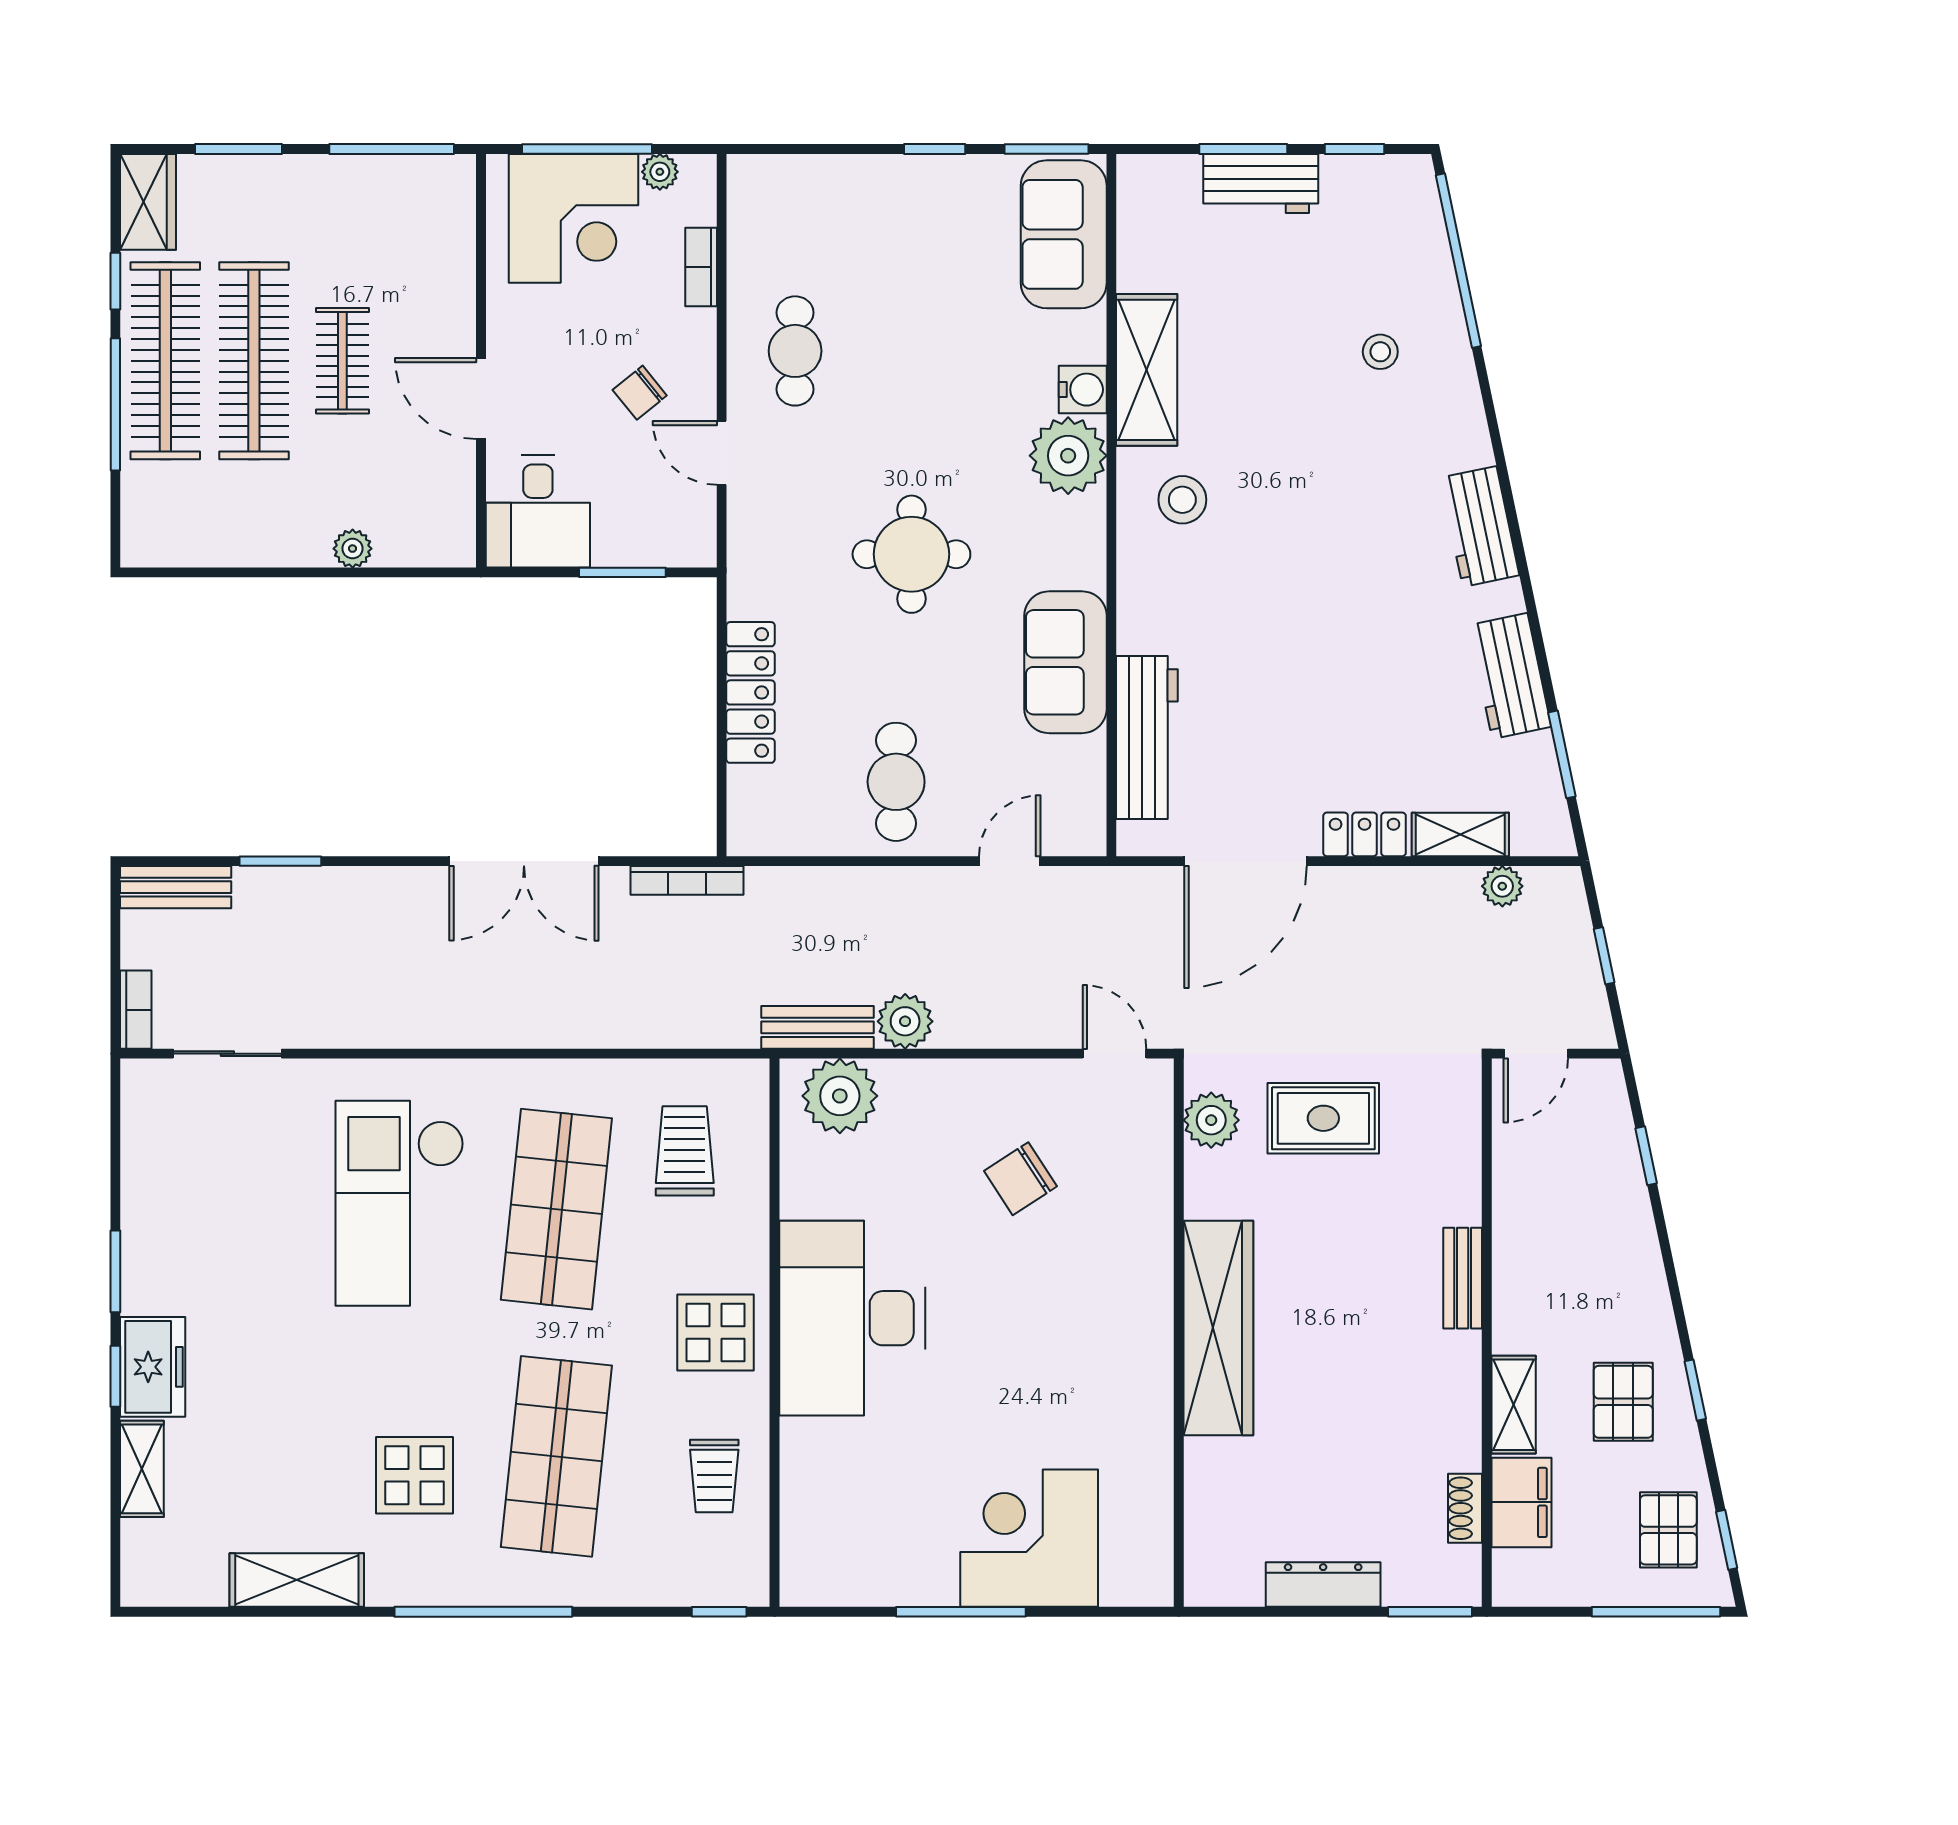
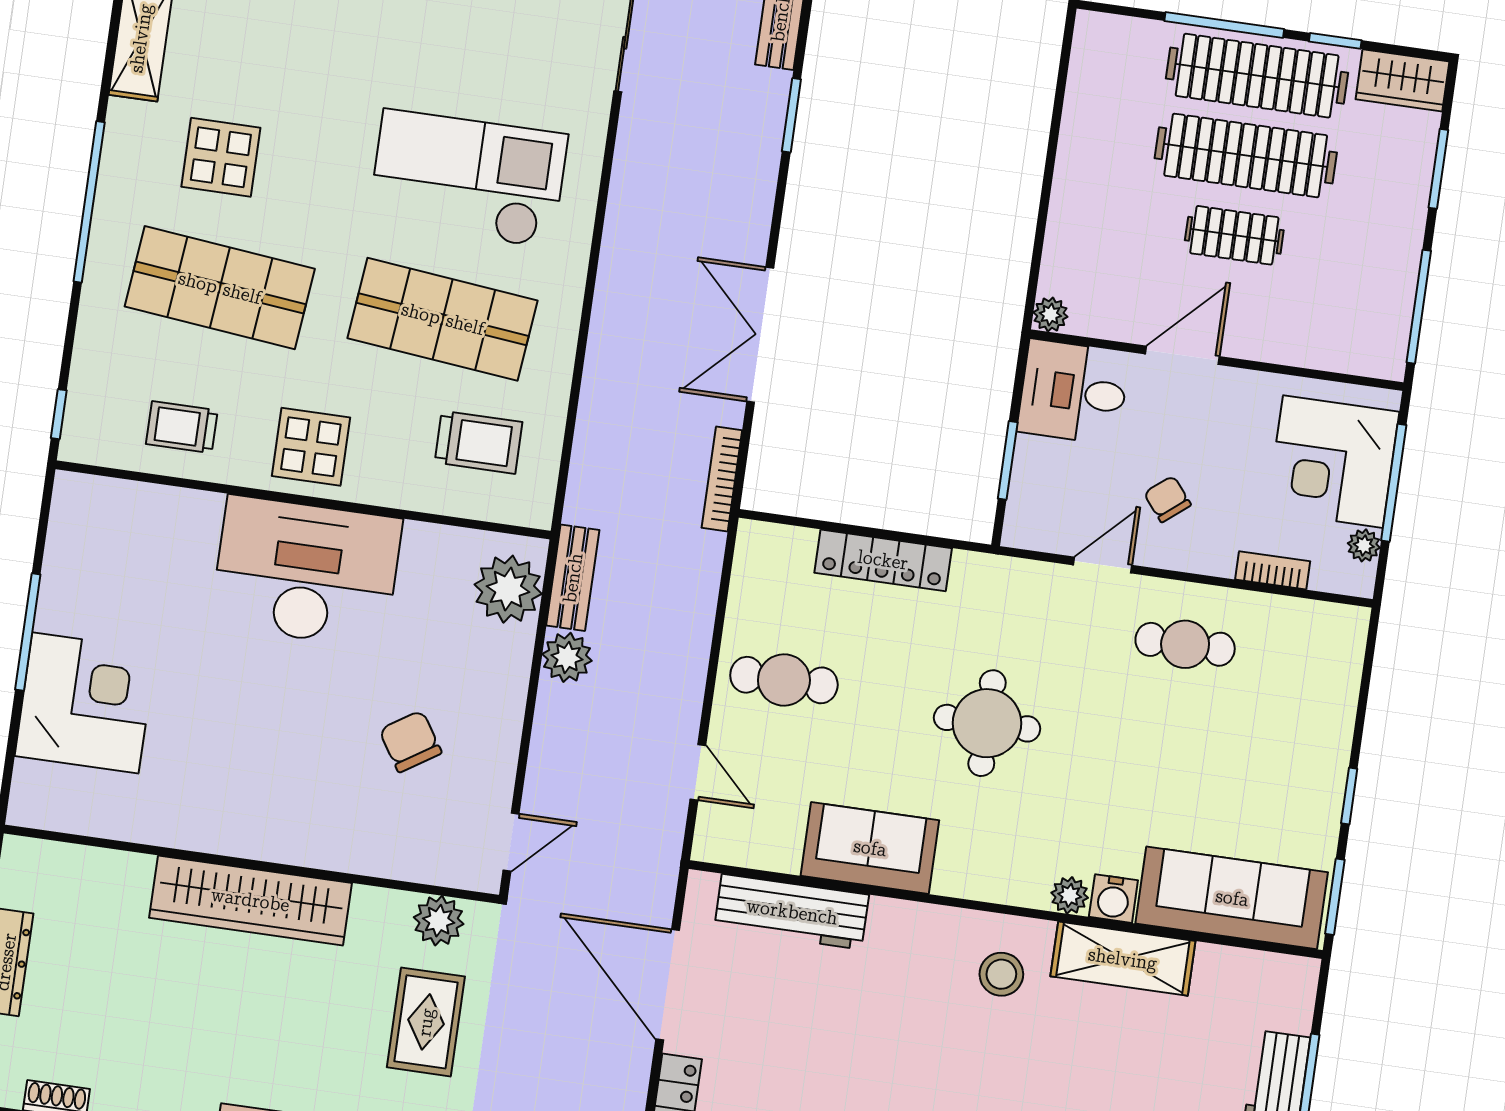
sofa: (1064, 234) -> (1232, 898), width x1.36
plant: (1068, 456) -> (1070, 895), width x0.53, depth x0.53
plant: (353, 549) -> (1050, 314), moved

